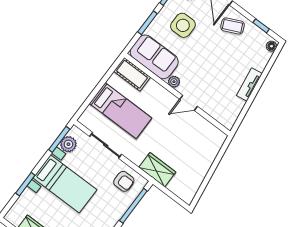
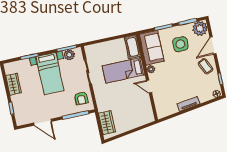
bed: (121, 111) -> (124, 70), moved, turned 90
wardrobe: (157, 170) -> (107, 123), moved

